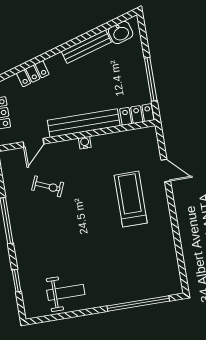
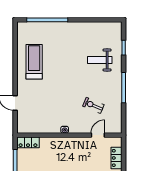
bench: (84, 123) -> (63, 143), removed
treadmill: (131, 199) -> (34, 62), moved, turned 180
weight bench: (66, 292) -> (100, 60), moved

